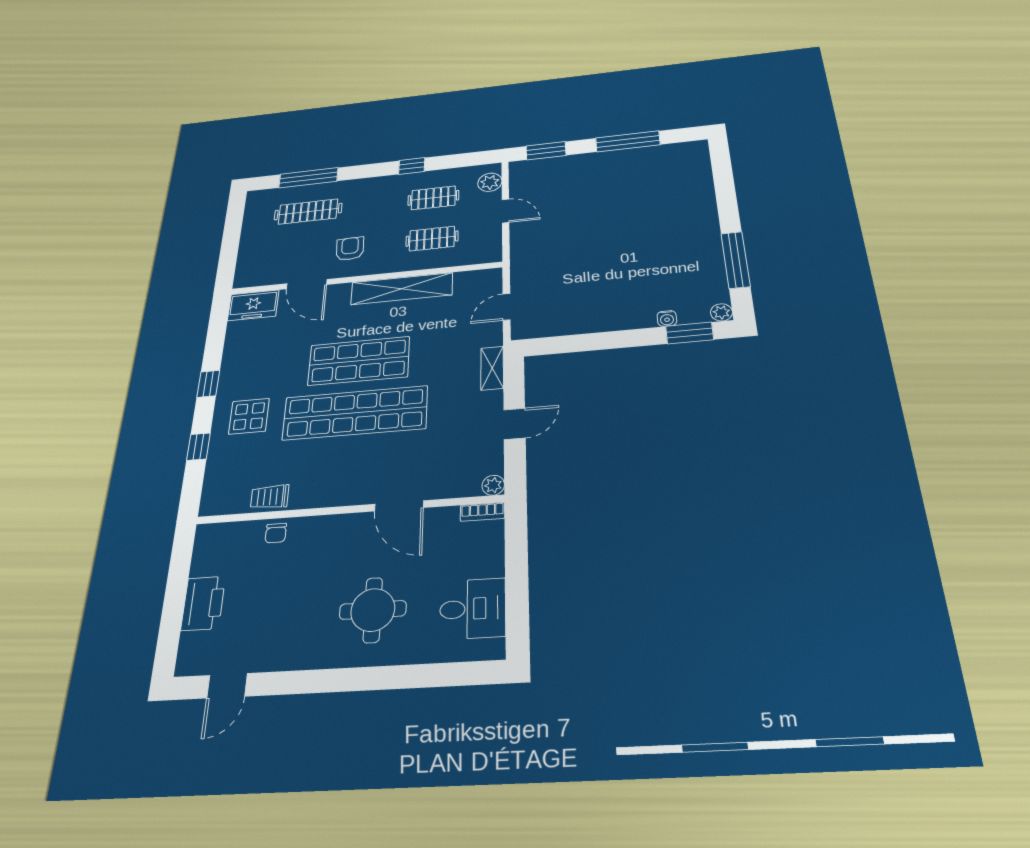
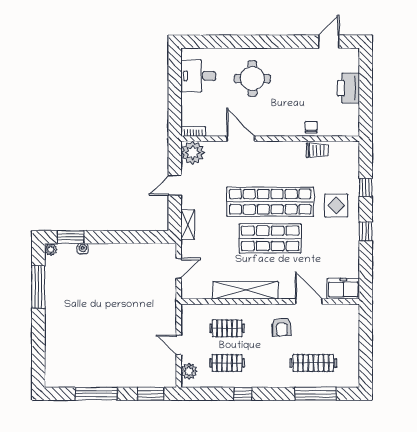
plant: (493, 485) -> (193, 153), width x1.88, depth x1.88

